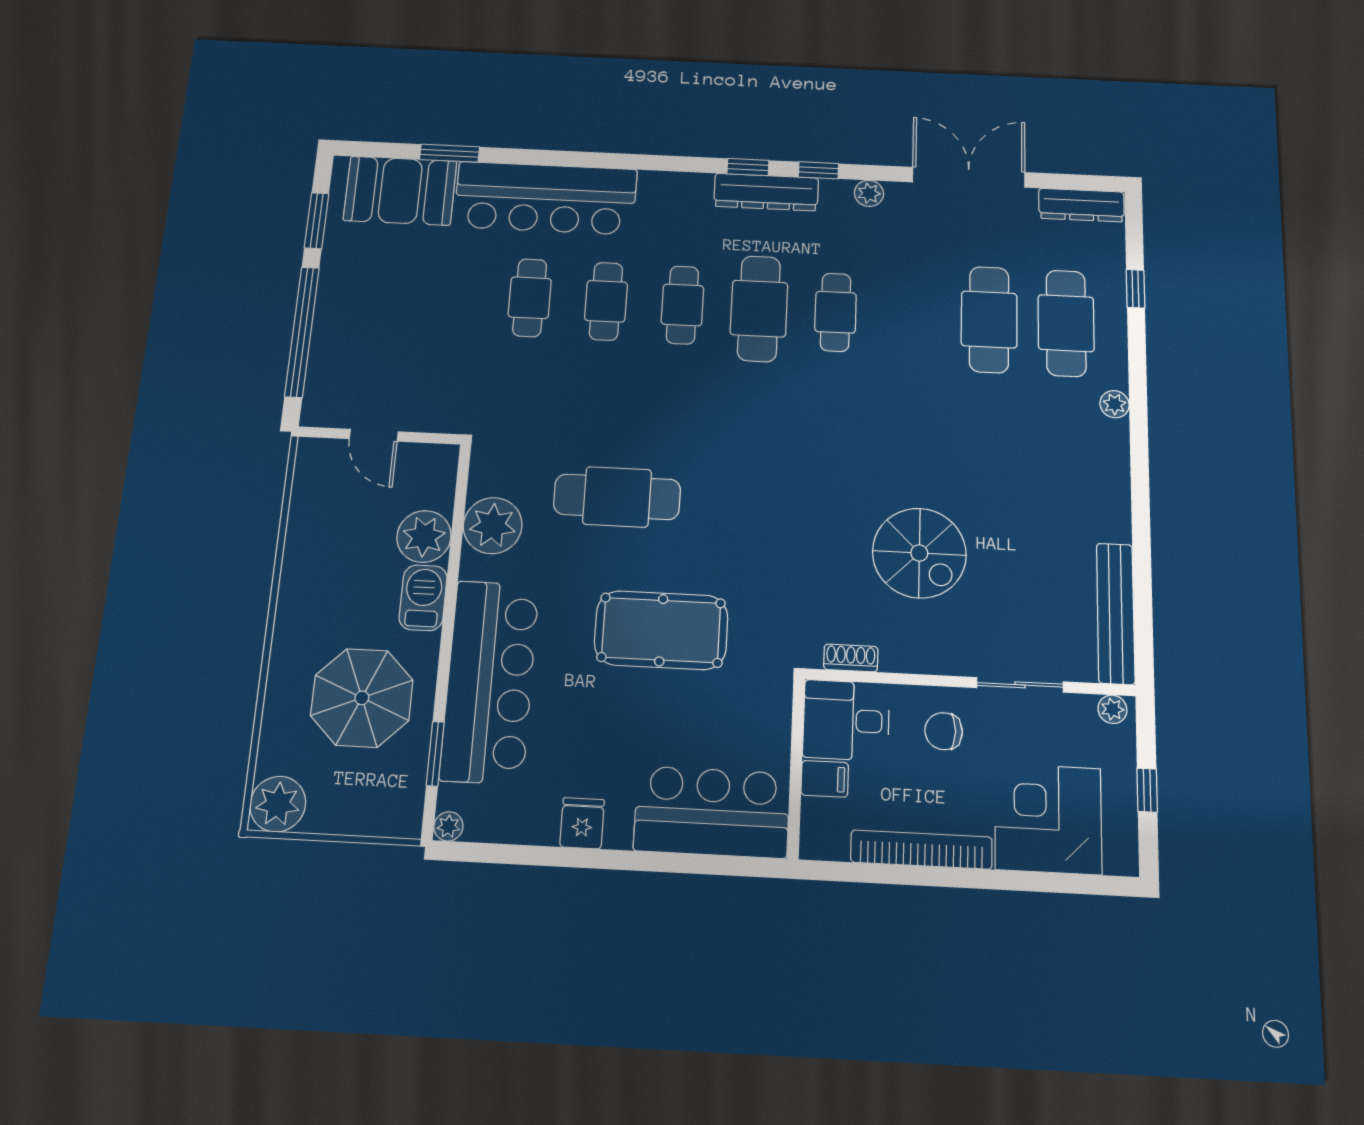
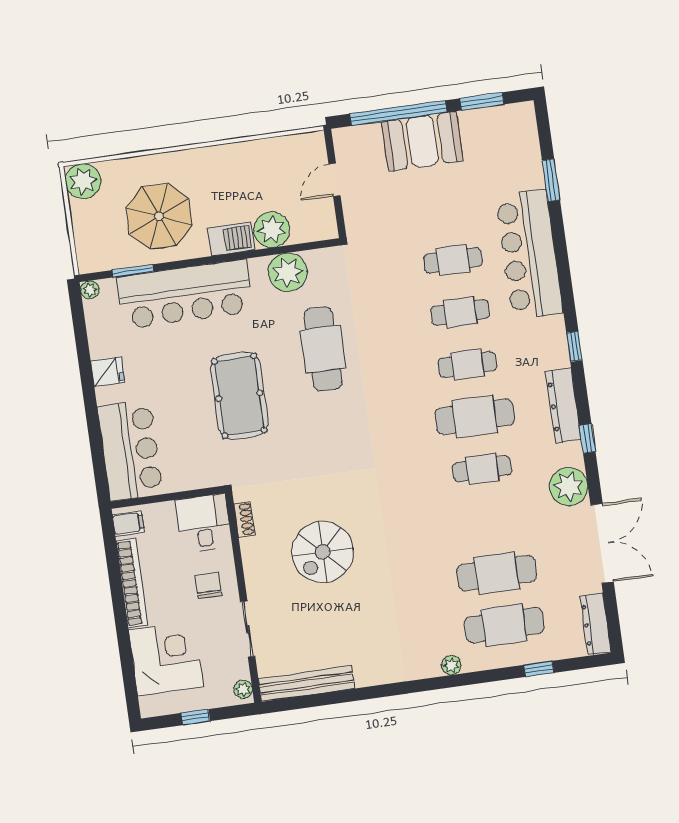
window: (748, 167) -> (574, 347), moved
booth: (400, 191) -> (422, 141), moved, turned 90
plant: (869, 193) -> (569, 487), width x1.88, depth x1.88
filing cabinet: (825, 779) -> (128, 523), moved, turned -90

